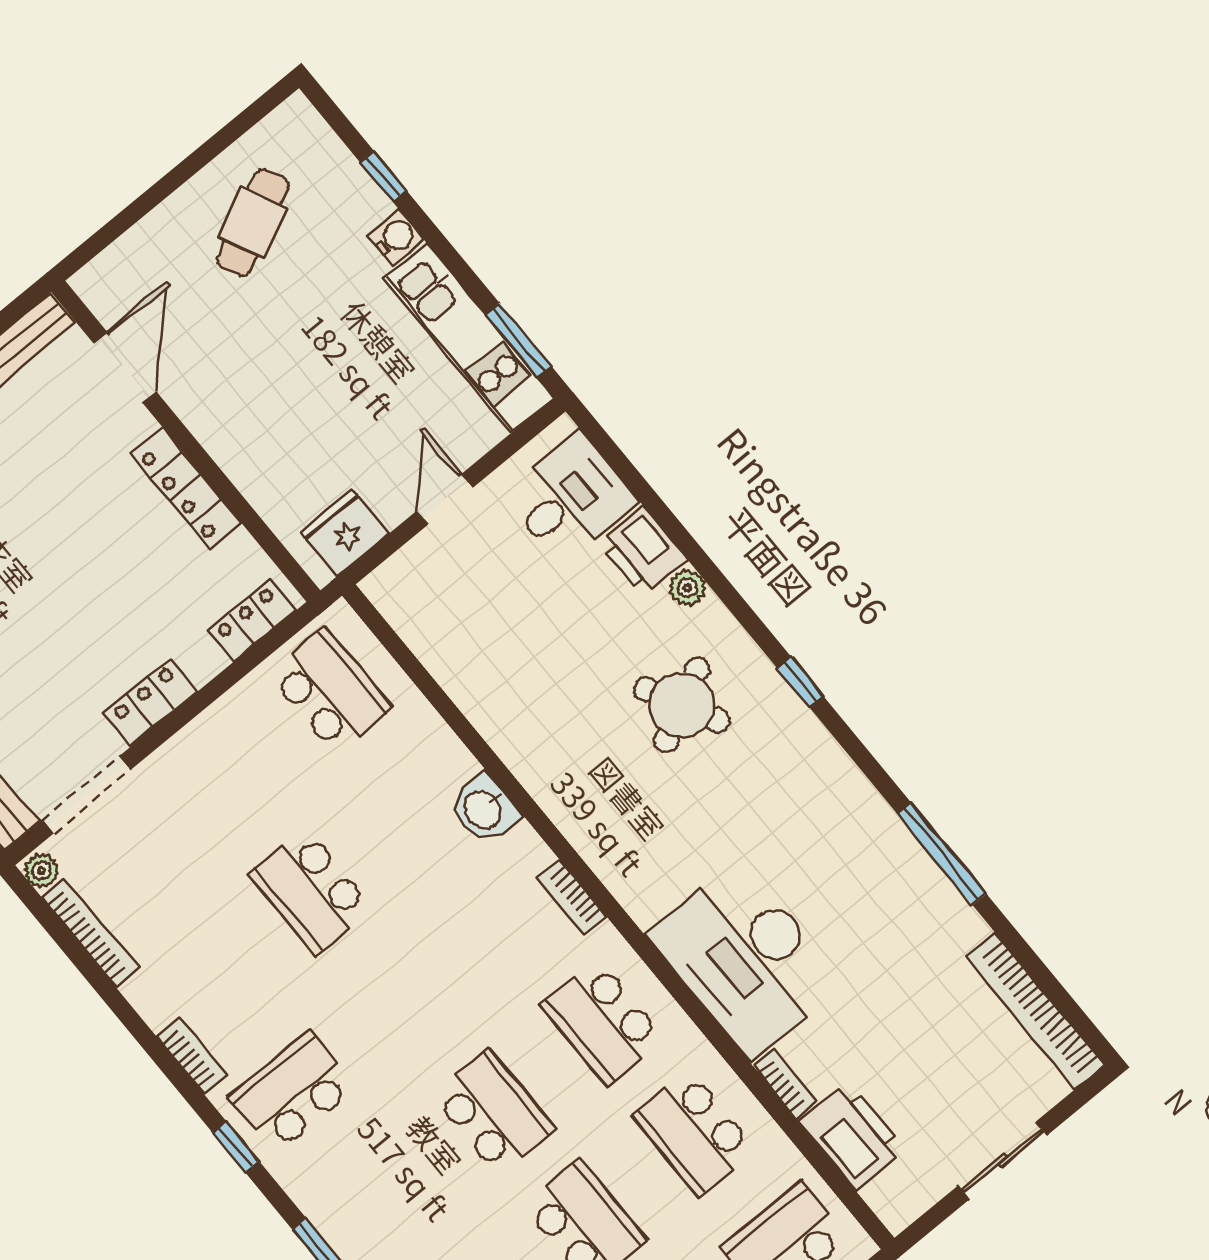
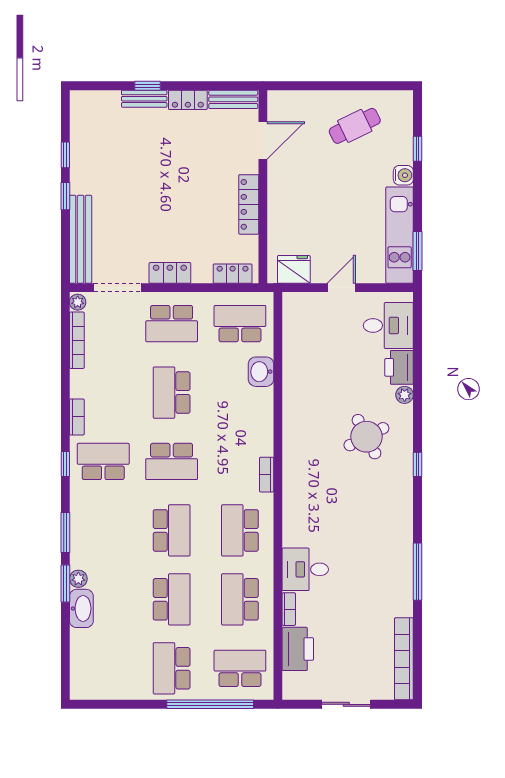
school desk: (330, 691) -> (240, 324), turned -90
school desk: (220, 781) -> (172, 324), added
washbasin: (484, 809) -> (261, 372), moved
desk: (745, 959) -> (305, 569), width x0.53, depth x0.77
school desk: (402, 1002) -> (172, 461), added

